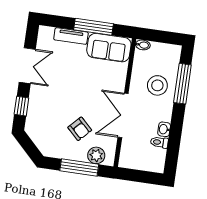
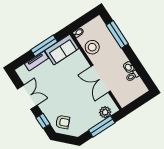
stool: (157, 85) -> (92, 47), moved
armchair: (80, 129) -> (63, 122), moved

